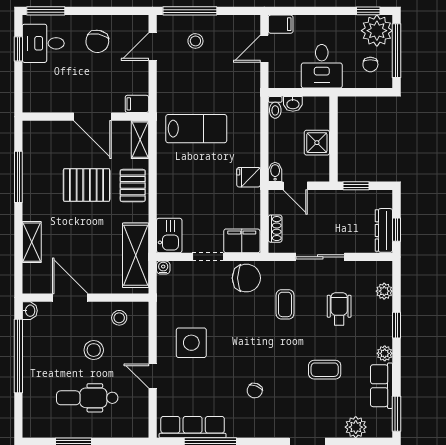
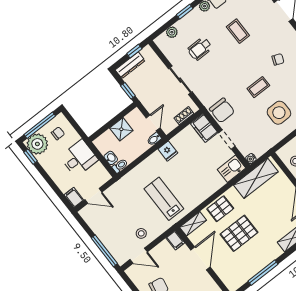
stool: (195, 41) -> (141, 233), moved
pallet: (87, 185) -> (239, 233), turned 90
dresser: (384, 230) -> (130, 65), moved
chair: (246, 278) -> (222, 110), turned 180
coffee table: (285, 304) -> (258, 87), moved

